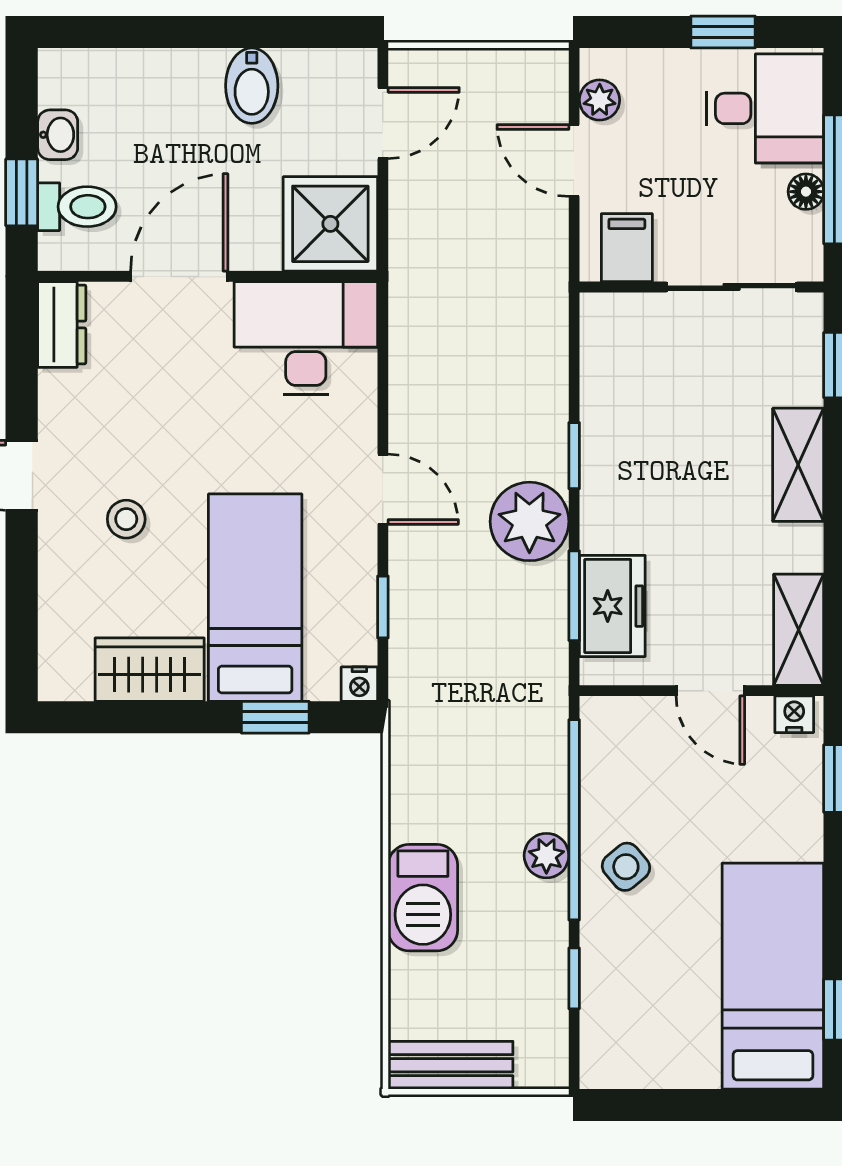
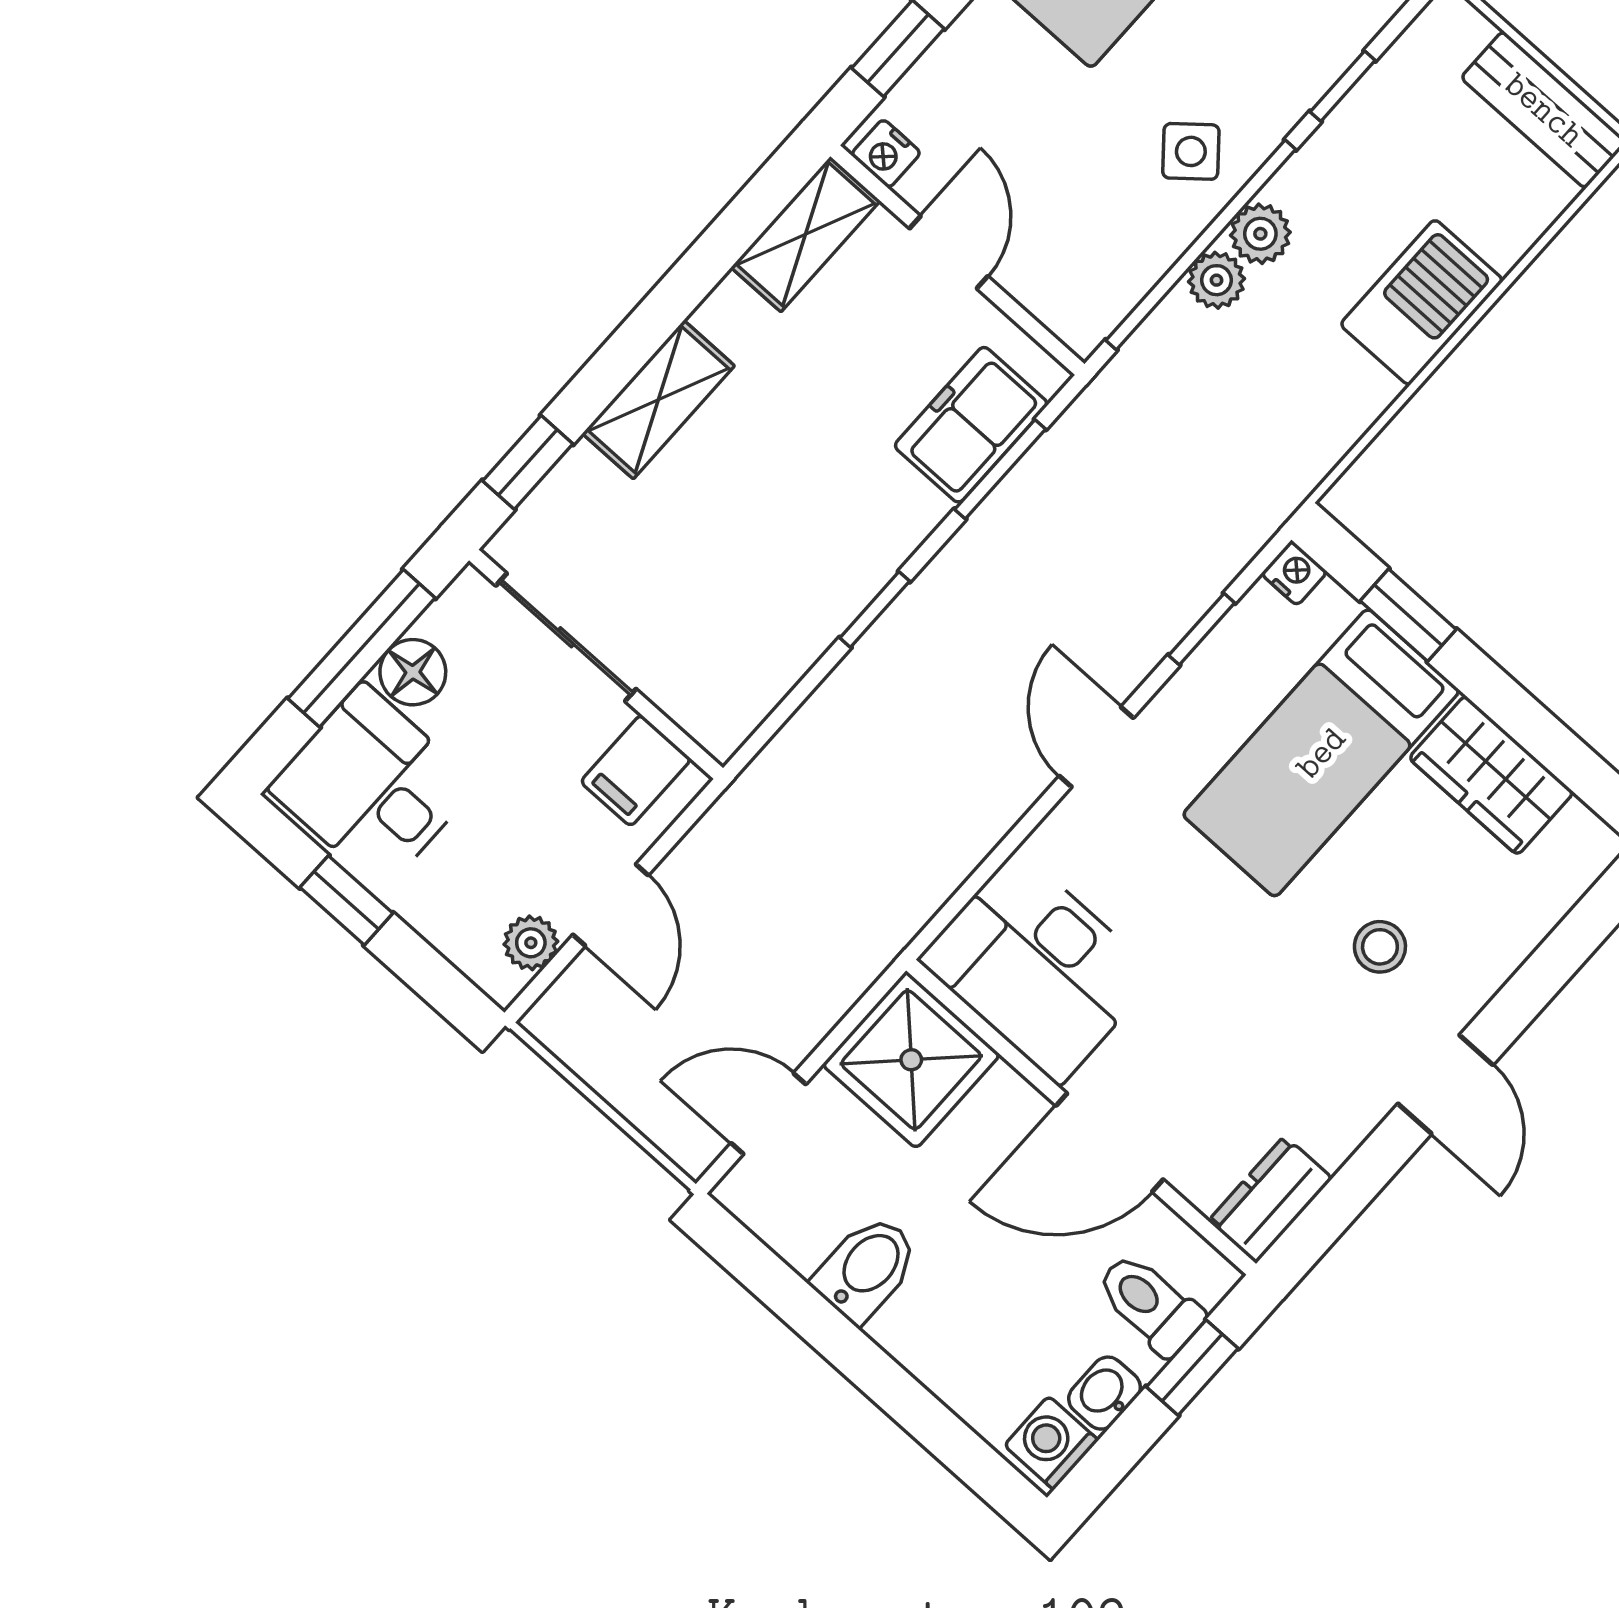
washing machine: (63, 81) -> (1051, 1443), added
floor lamp: (806, 192) -> (413, 672), width x1.37, depth x1.37
plant: (529, 521) -> (1217, 280), moved, width x0.53, depth x0.53

